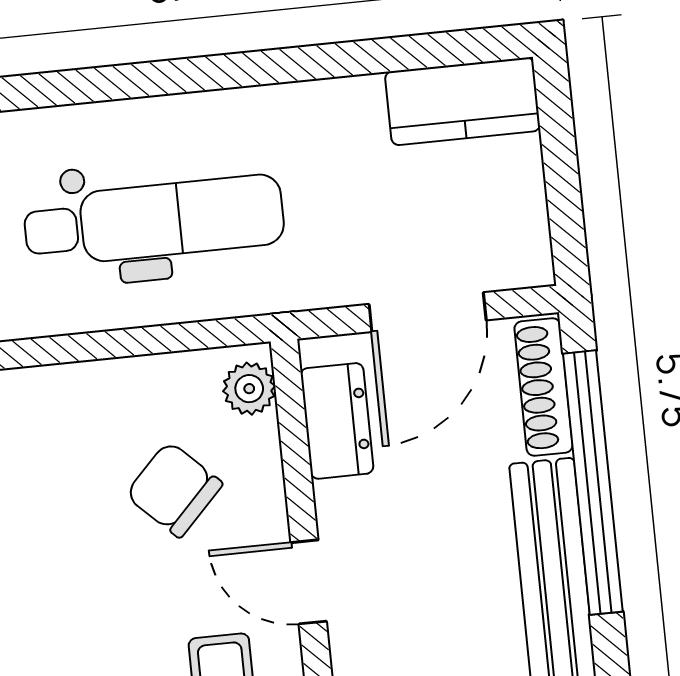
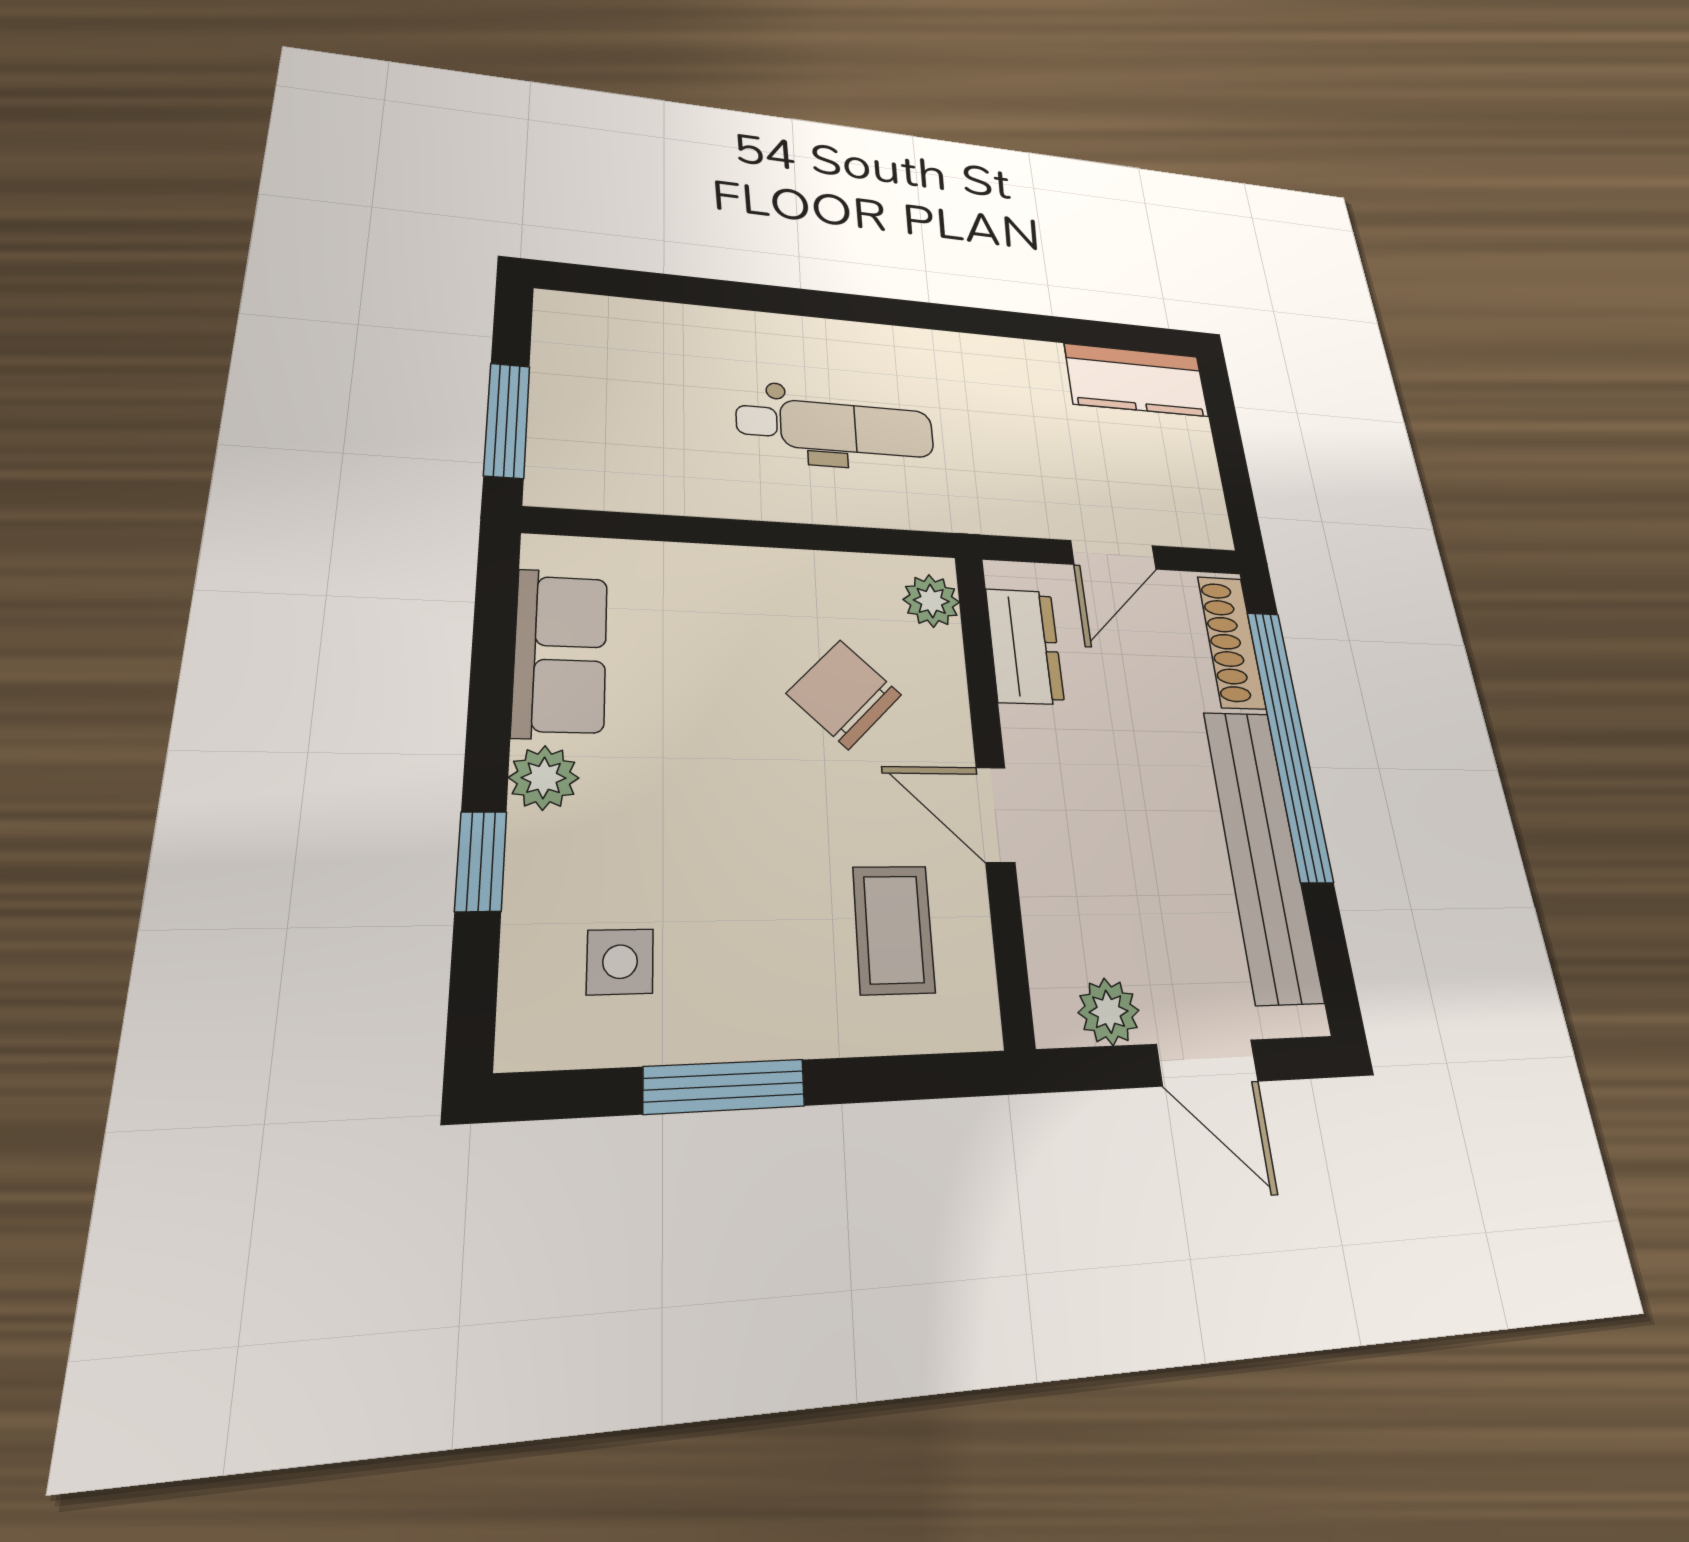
dental chair: (154, 221) -> (836, 427), width x0.73, depth x0.72
door: (428, 312) -> (1113, 555), width x0.73

